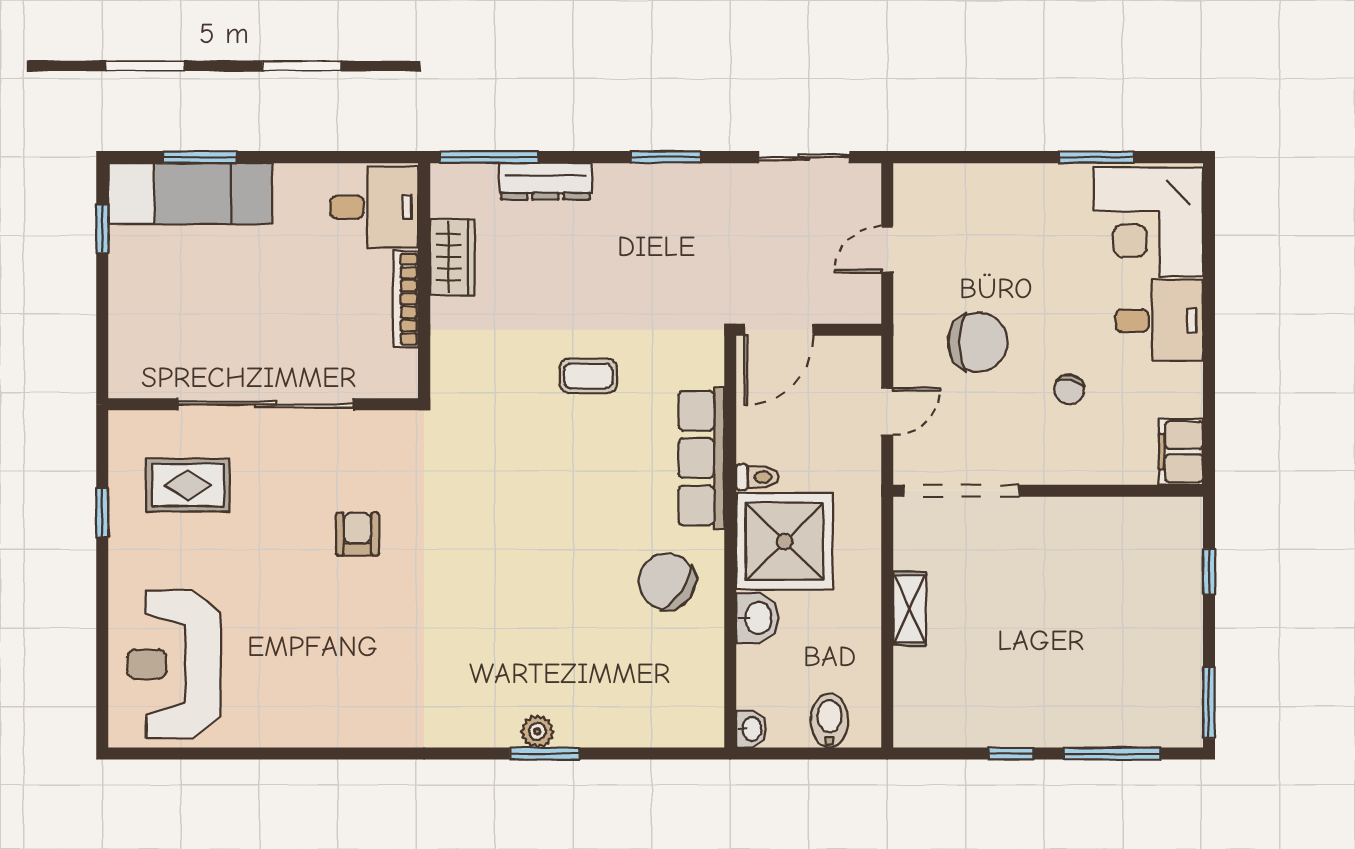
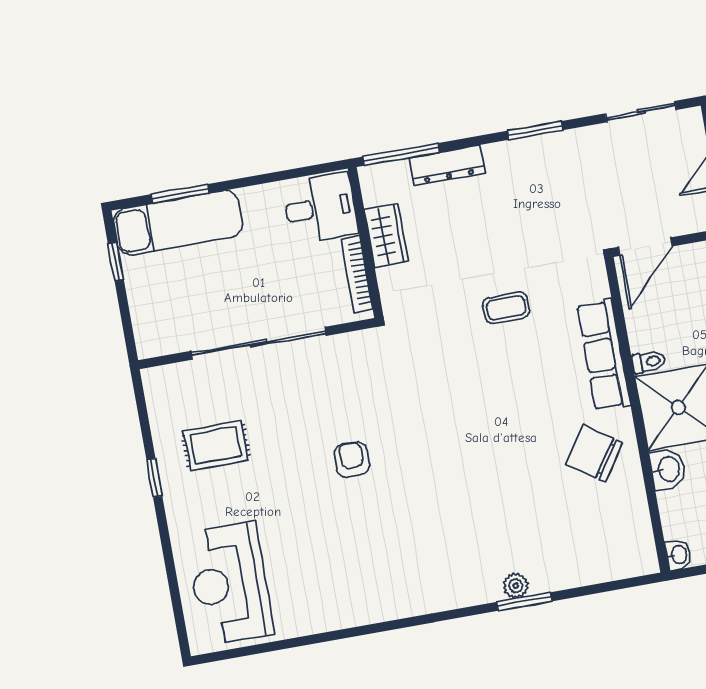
wall: (263, 404) -> (257, 344), moved
sliding door: (265, 404) -> (259, 343), moved

